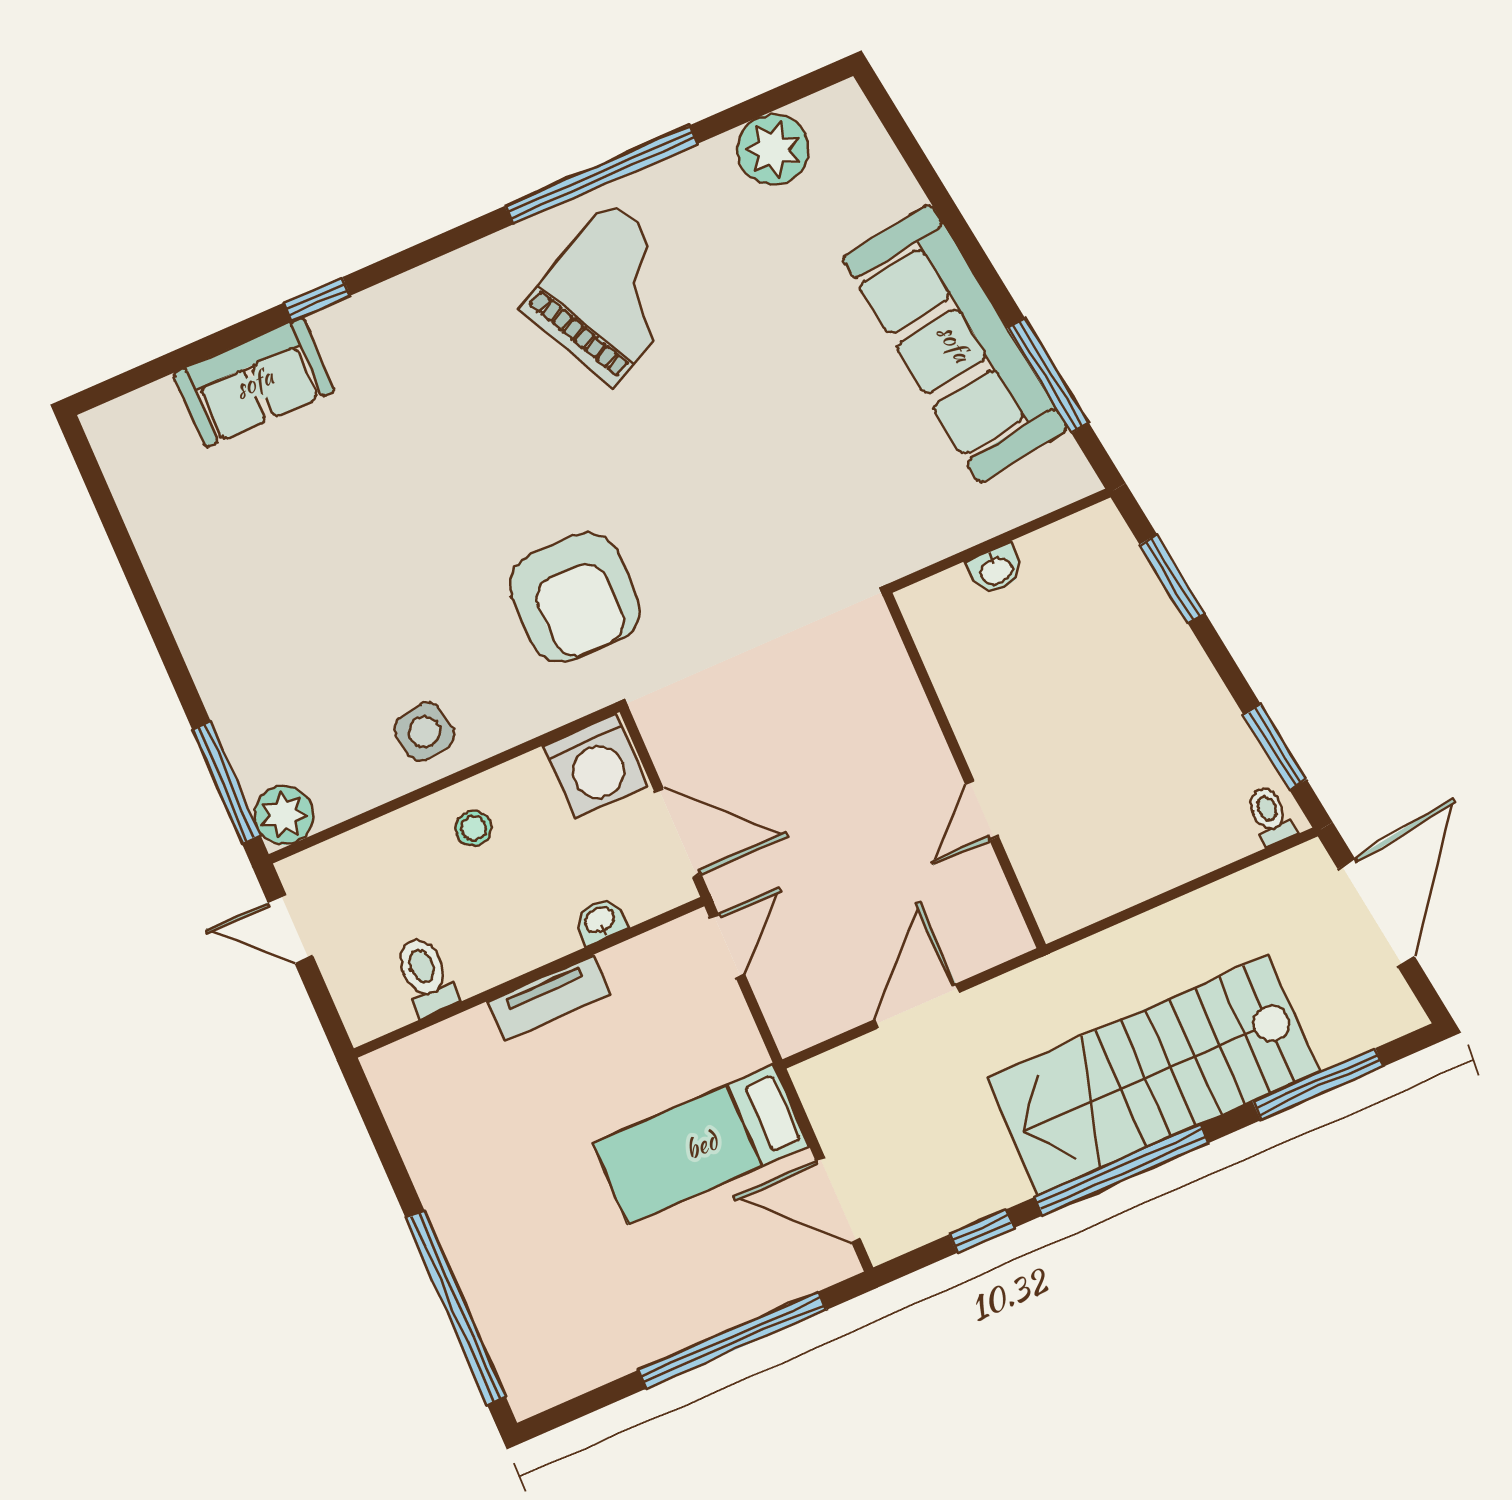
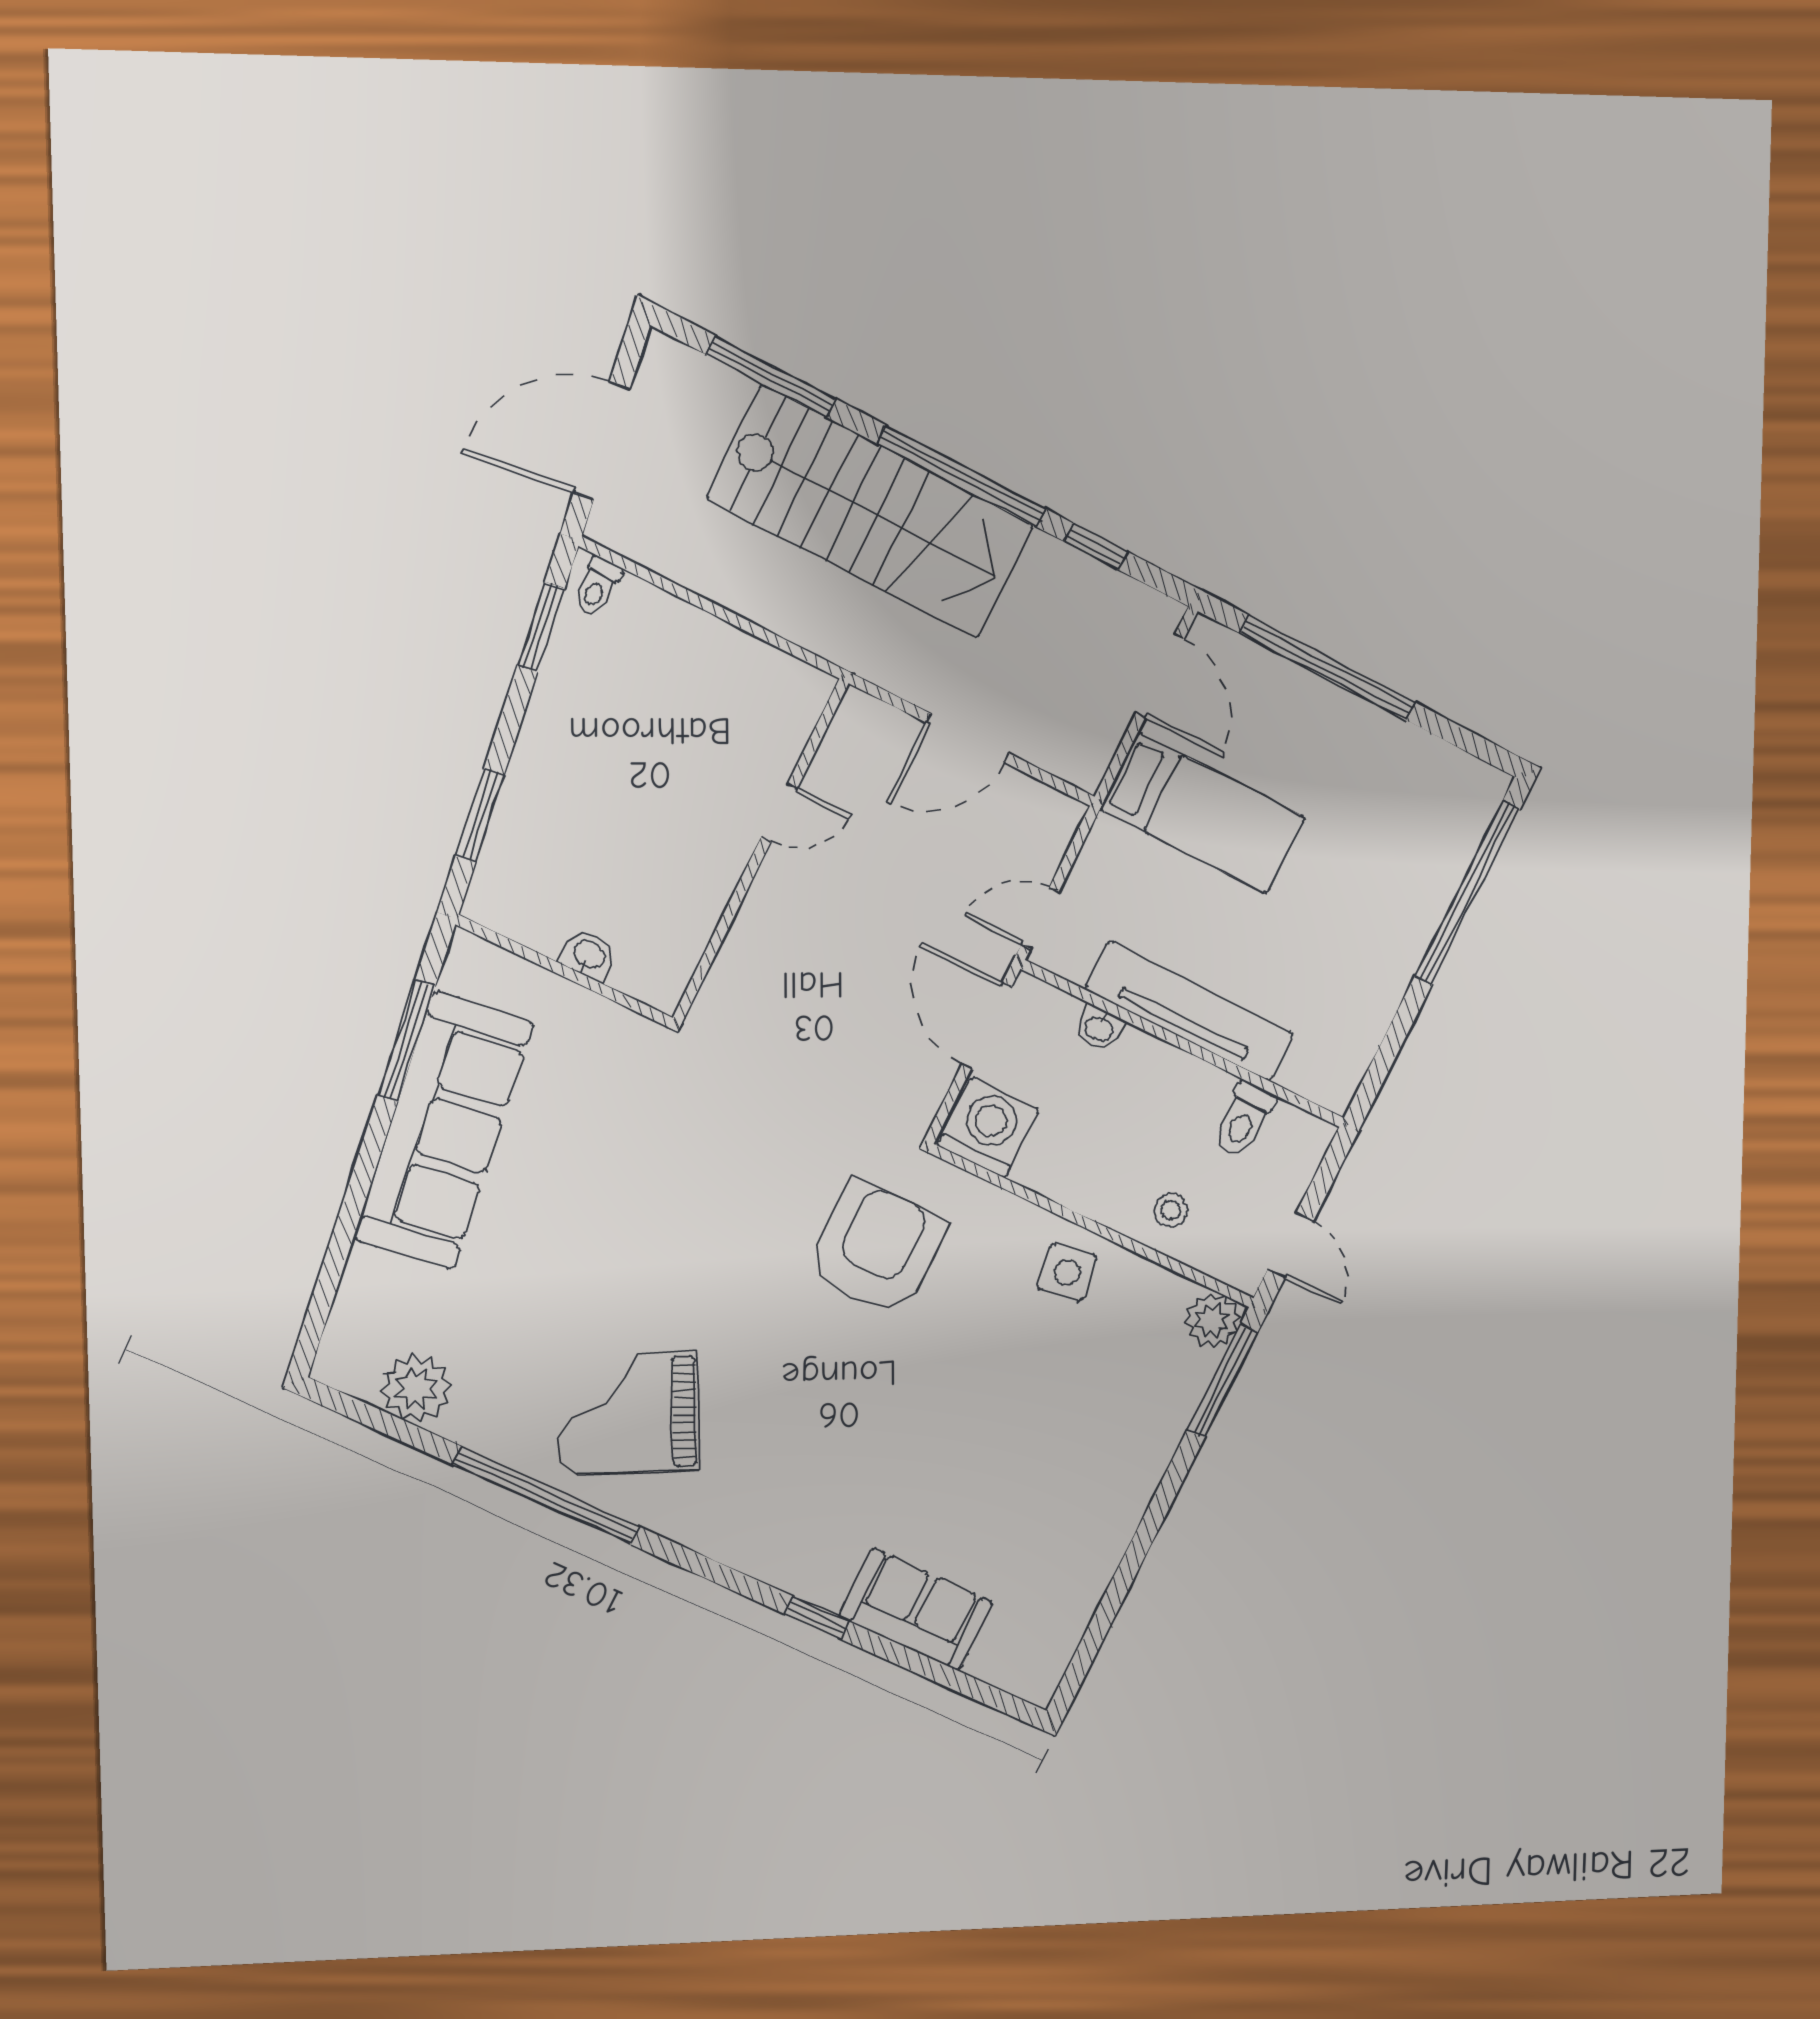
stool: (474, 828) -> (1171, 1210), moved
tv unit: (549, 998) -> (1190, 1011), width x1.92, depth x1.29

